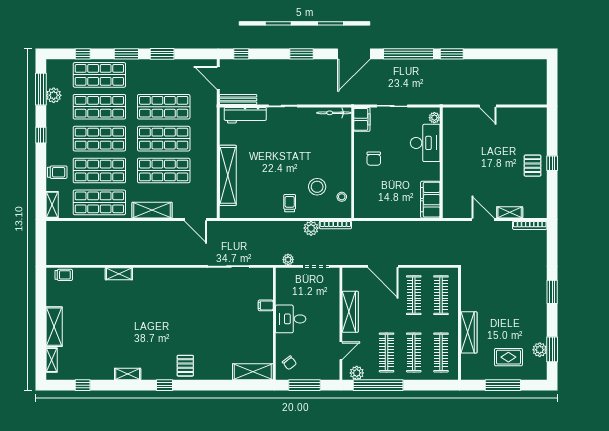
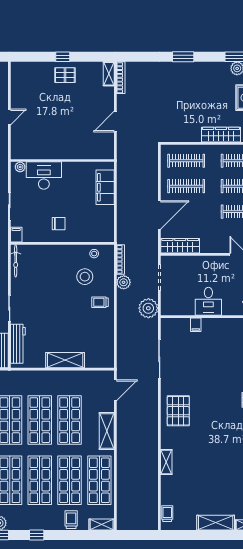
filing cabinet: (362, 119) -> (16, 235), width x0.50
shelving: (228, 175) -> (65, 360), width x0.68
filing cabinet: (430, 200) -> (105, 187), moved, turned 90
shelving: (510, 212) -> (109, 74), moved
plant: (288, 260) -> (148, 308), width x1.87, depth x1.87
pallet: (174, 287) -> (178, 411), added
wardrobe: (350, 312) -> (180, 246), moved

